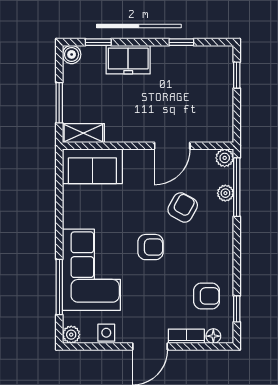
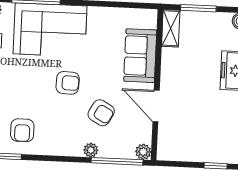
sofa: (92, 166) -> (140, 56), moved
plant: (225, 193) -> (91, 150), moved
armchair: (151, 247) -> (68, 83), turned -88

